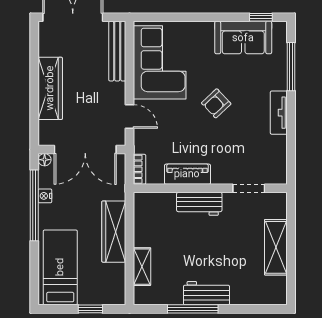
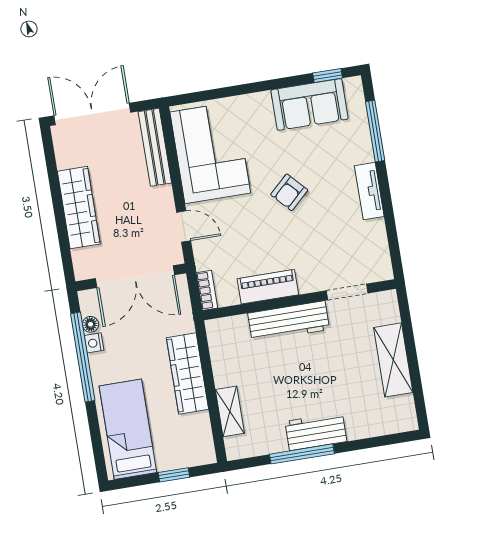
floor lamp: (45, 160) -> (91, 324), moved
workbench: (199, 204) -> (289, 321), width x1.37

